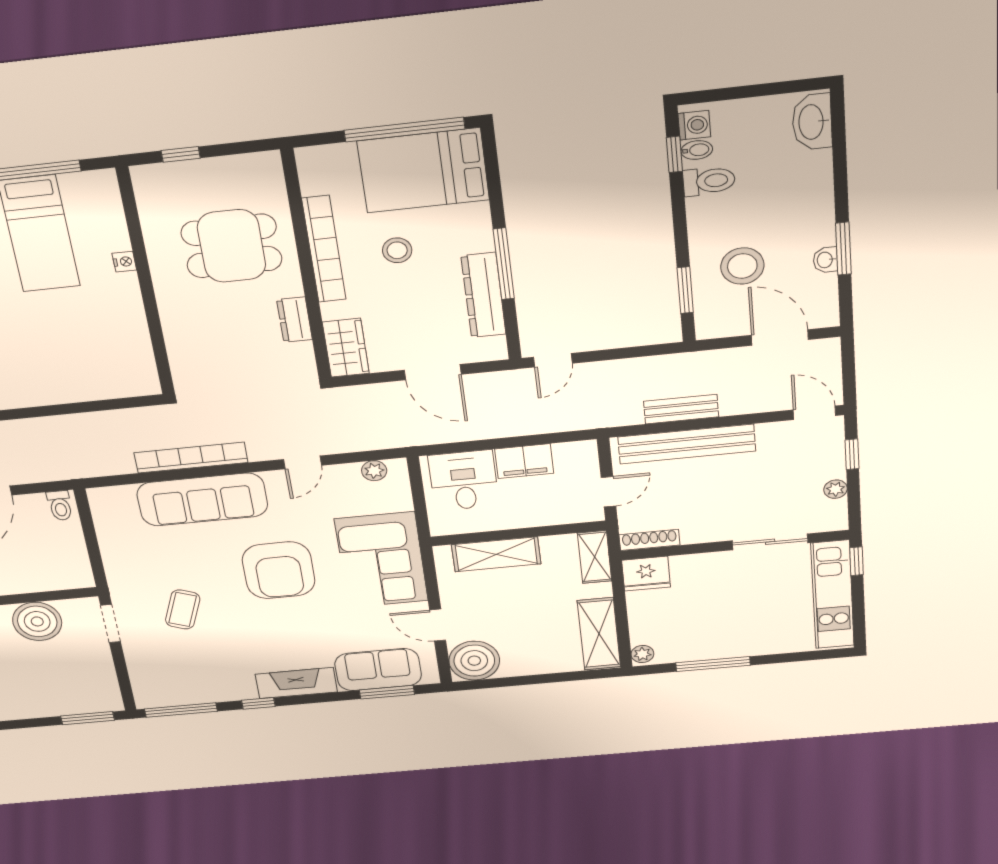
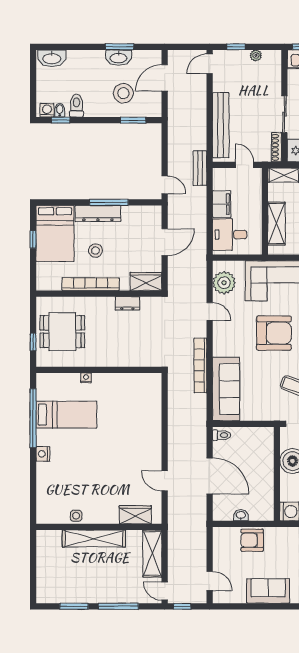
window: (404, 130) -> (33, 239), width x0.32
dining table: (232, 246) -> (62, 332), moved, turned 90
washbasin: (825, 260) -> (119, 58), width x1.91, depth x1.45
dresser: (484, 295) -> (98, 213), moved
bench: (681, 409) -> (200, 168), moved
plant: (374, 471) -> (224, 283), width x1.88, depth x1.88
sofa: (202, 499) -> (226, 389), moved
sliding door: (770, 542) -> (284, 114), moved

